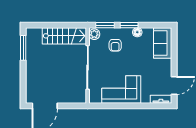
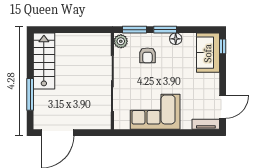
stairs: (64, 36) -> (44, 61), moved, turned -90
window: (174, 38) -> (223, 46), added
window: (23, 48) -> (30, 94), moved

